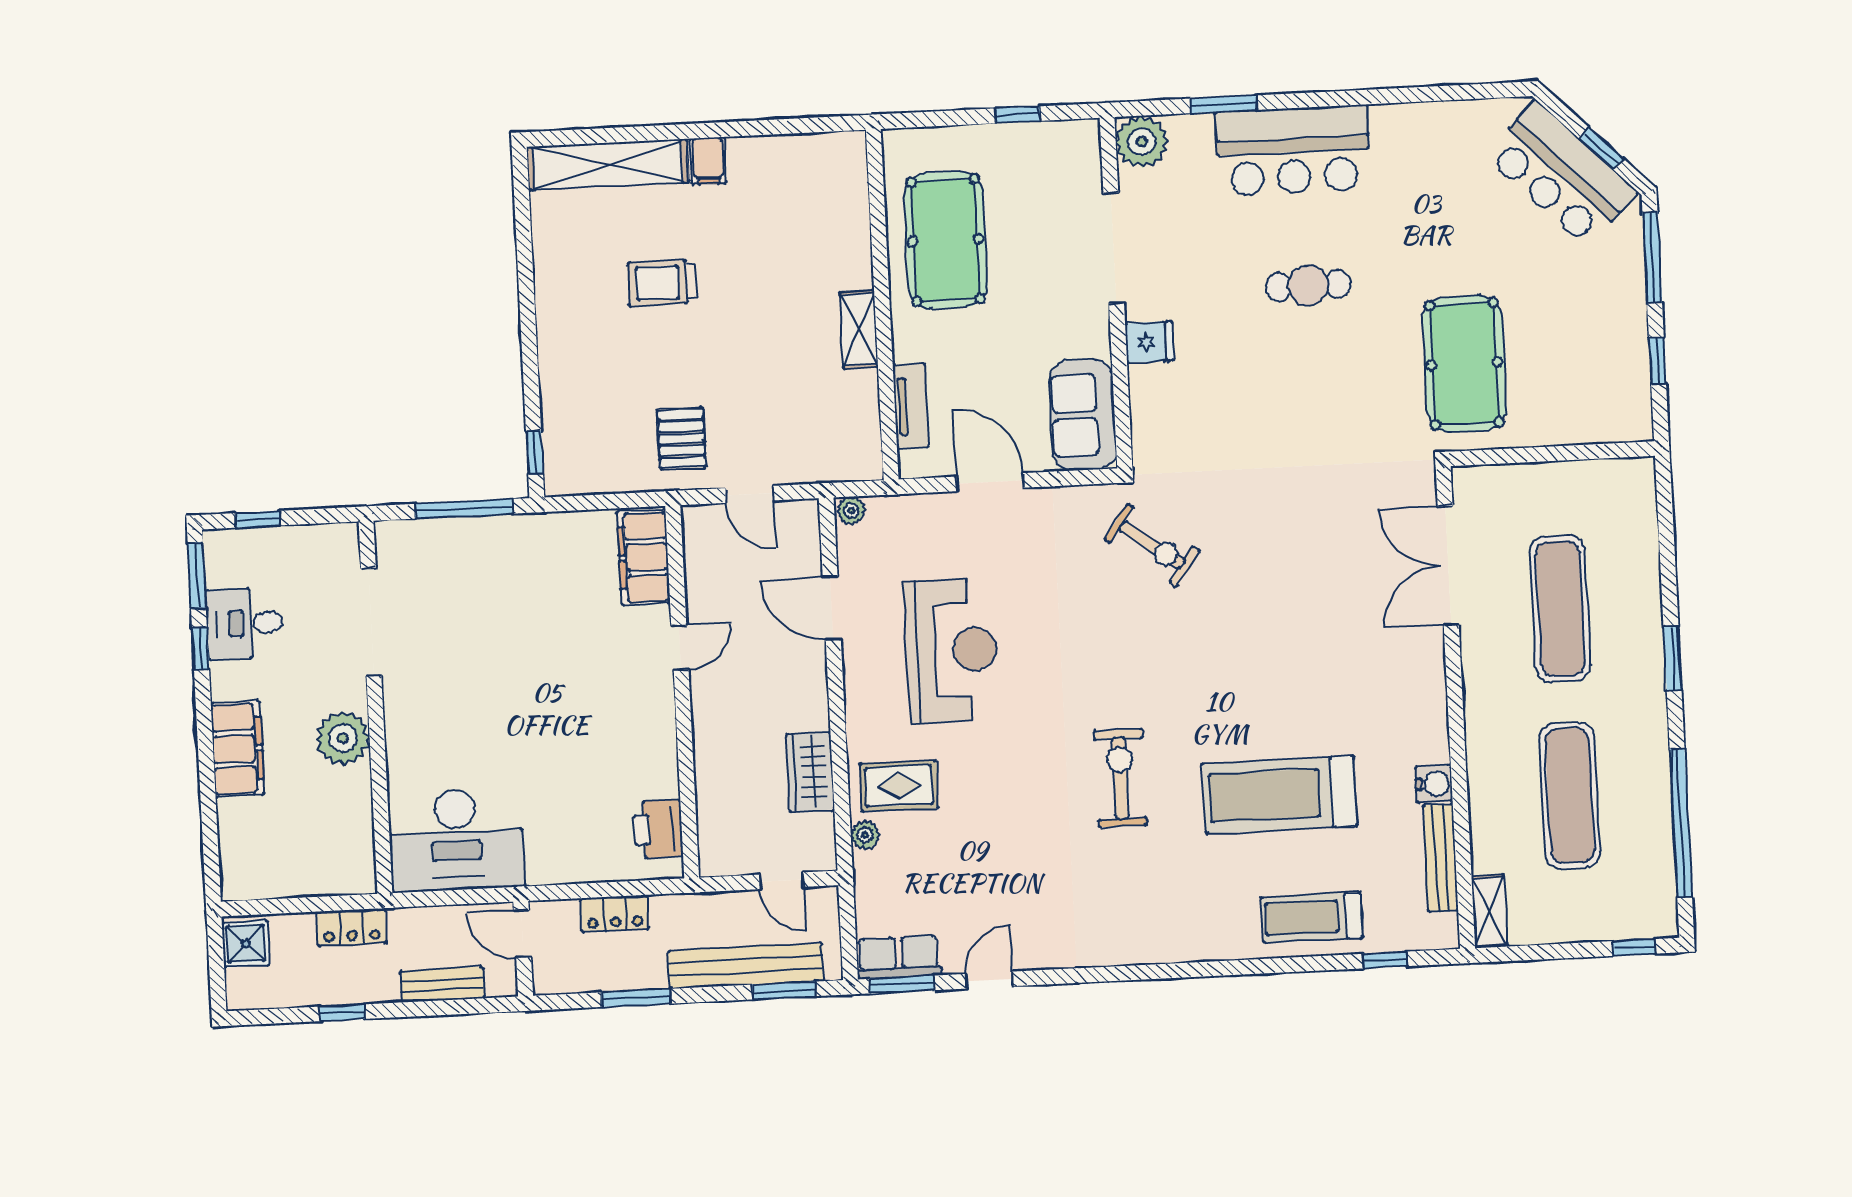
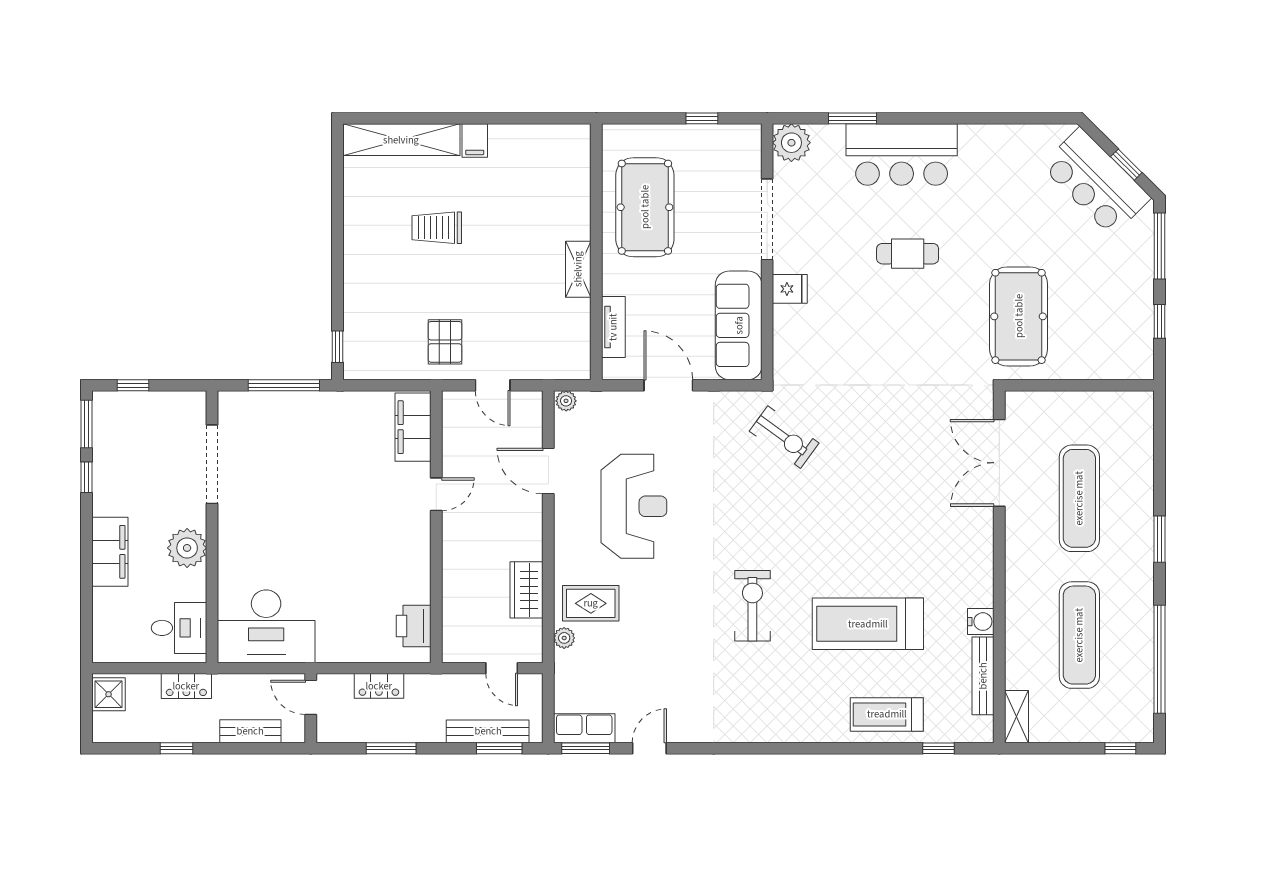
sofa: (1083, 415) -> (739, 325), width x1.36
desk: (244, 623) -> (179, 628), moved, turned 180
bench: (746, 966) -> (488, 731), width x0.73, depth x0.82

